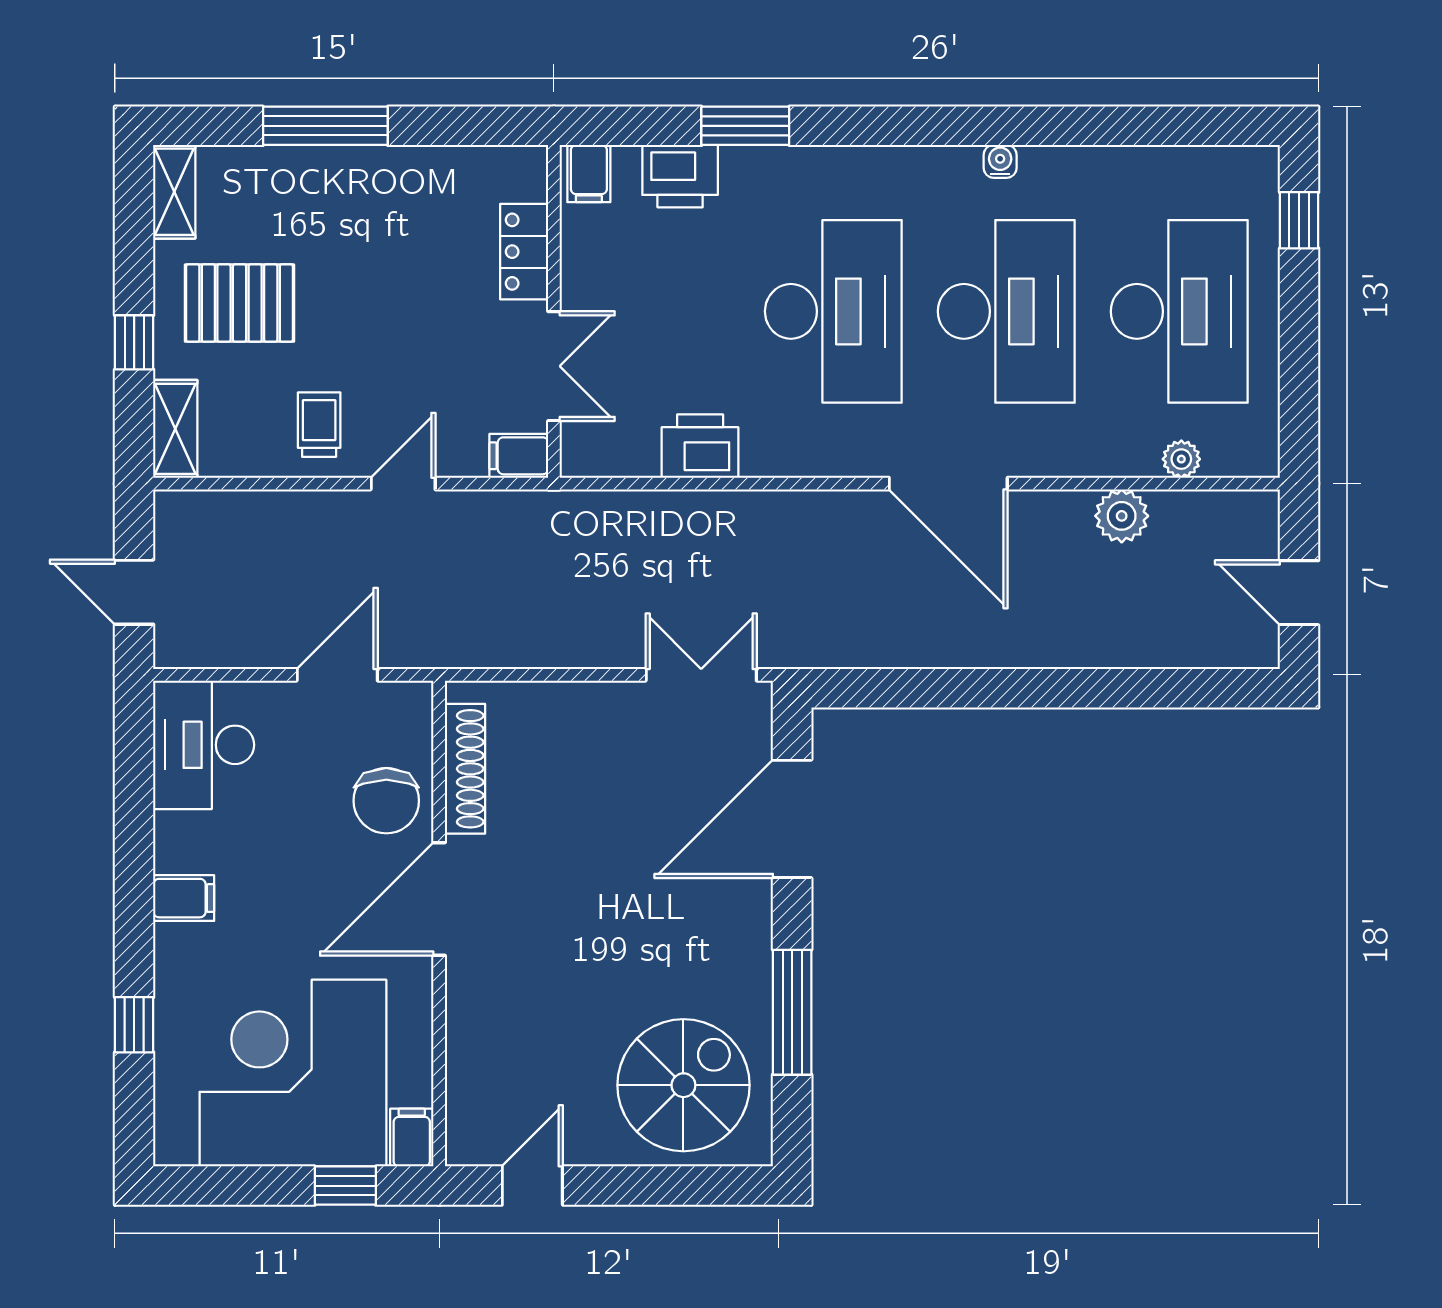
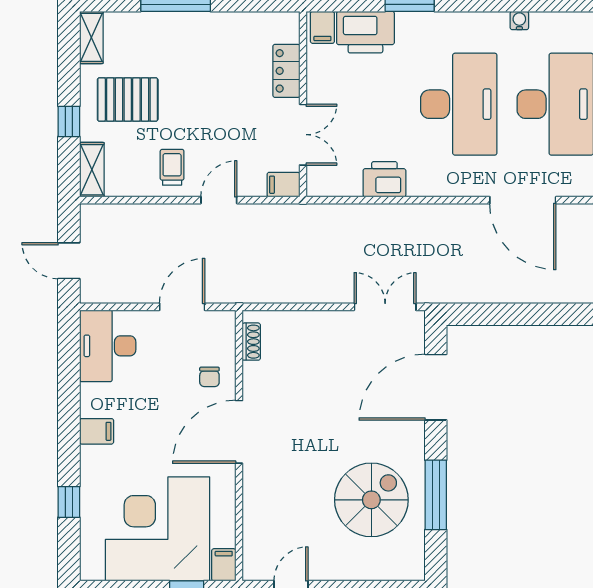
water cooler: (1000, 161) -> (519, 21), moved
printer: (680, 176) -> (365, 32), width x1.37, depth x1.19
shoe rack: (465, 769) -> (251, 342), width x0.51, depth x0.81
chair: (386, 801) -> (209, 377), width x0.54, depth x0.54
spiral stairs: (683, 1085) -> (371, 500), moved

